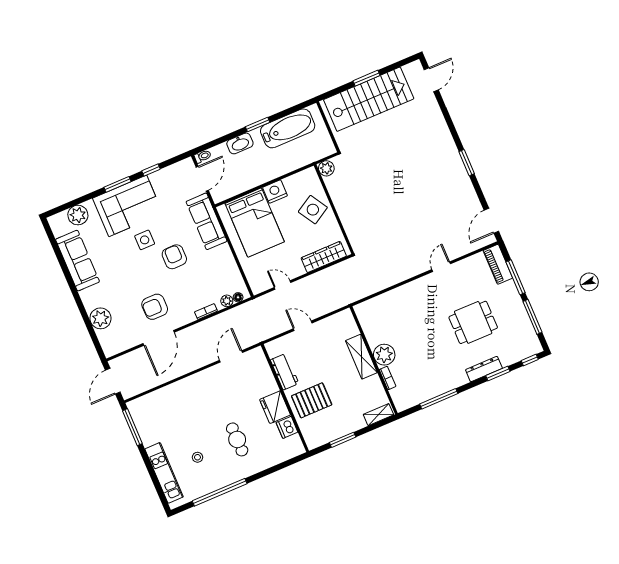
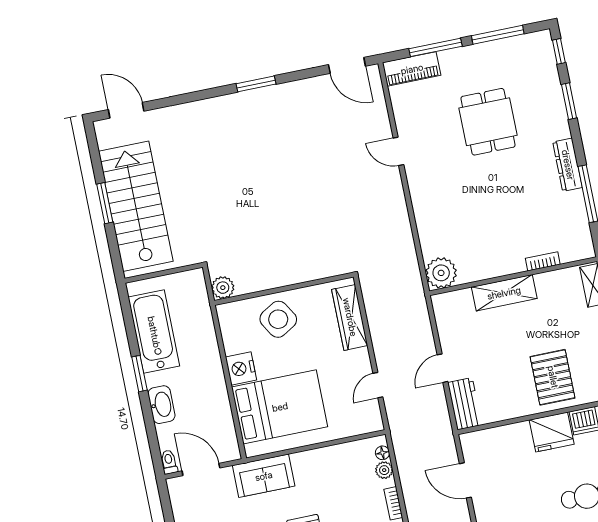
sofa: (207, 221) -> (264, 476), width x0.73
plant: (384, 355) -> (441, 273), moved
dresser: (484, 369) -> (568, 165), moved
workbench: (285, 372) -> (465, 404), moved, turned 90

